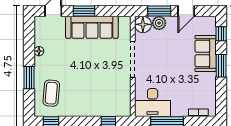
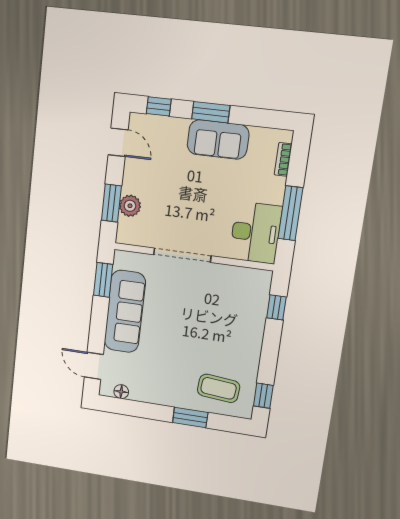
window: (84, 11) -> (103, 280), moved
door: (186, 11) -> (118, 142), moved
floor lamp: (143, 24) -> (129, 232), removed
floor lamp: (39, 51) -> (121, 392), moved
sofa: (206, 53) -> (218, 139), moved

